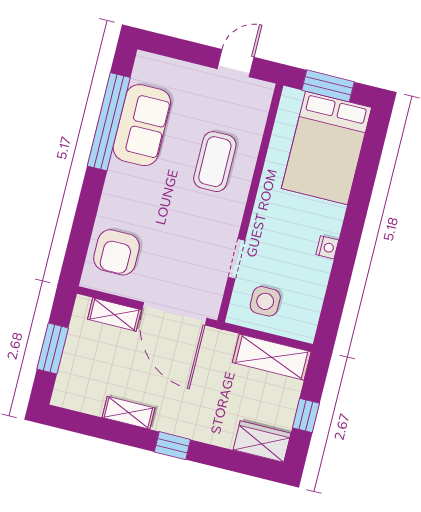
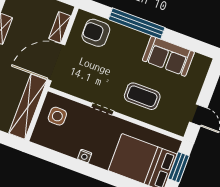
window: (109, 122) -> (137, 24), moved
doorway: (237, 259) -> (102, 109), moved
shelving: (272, 357) -> (28, 107), width x1.47

